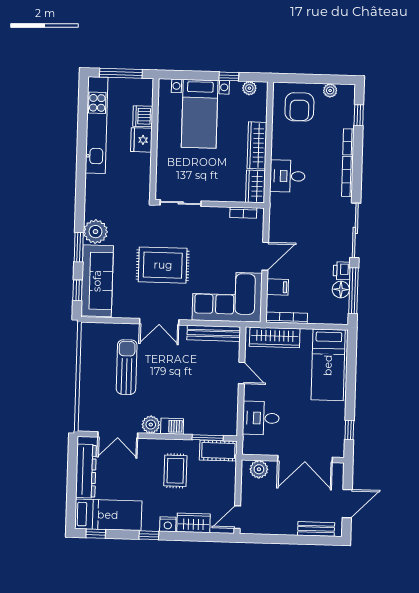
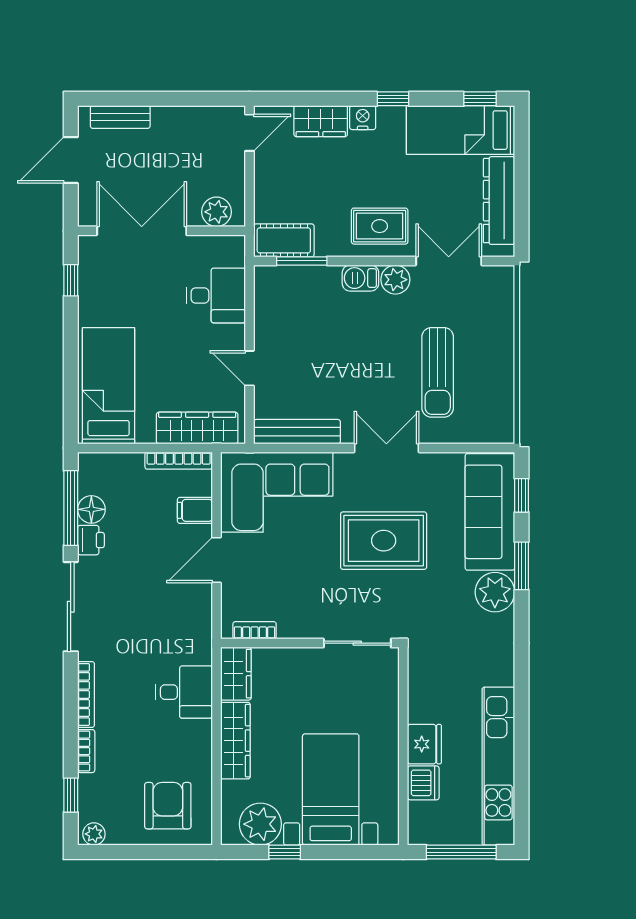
plant: (249, 88) -> (260, 824), width x1.87, depth x1.87
plant: (330, 90) -> (94, 834), moved
rug: (175, 471) -> (380, 226), moved, turned 90

